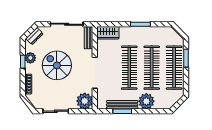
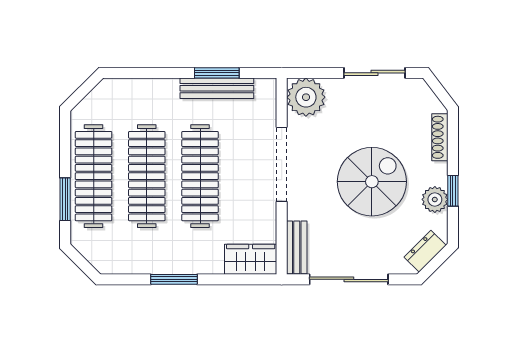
spiral stairs: (57, 65) -> (372, 182), turned -90
plant: (146, 101) -> (159, 97), removed

